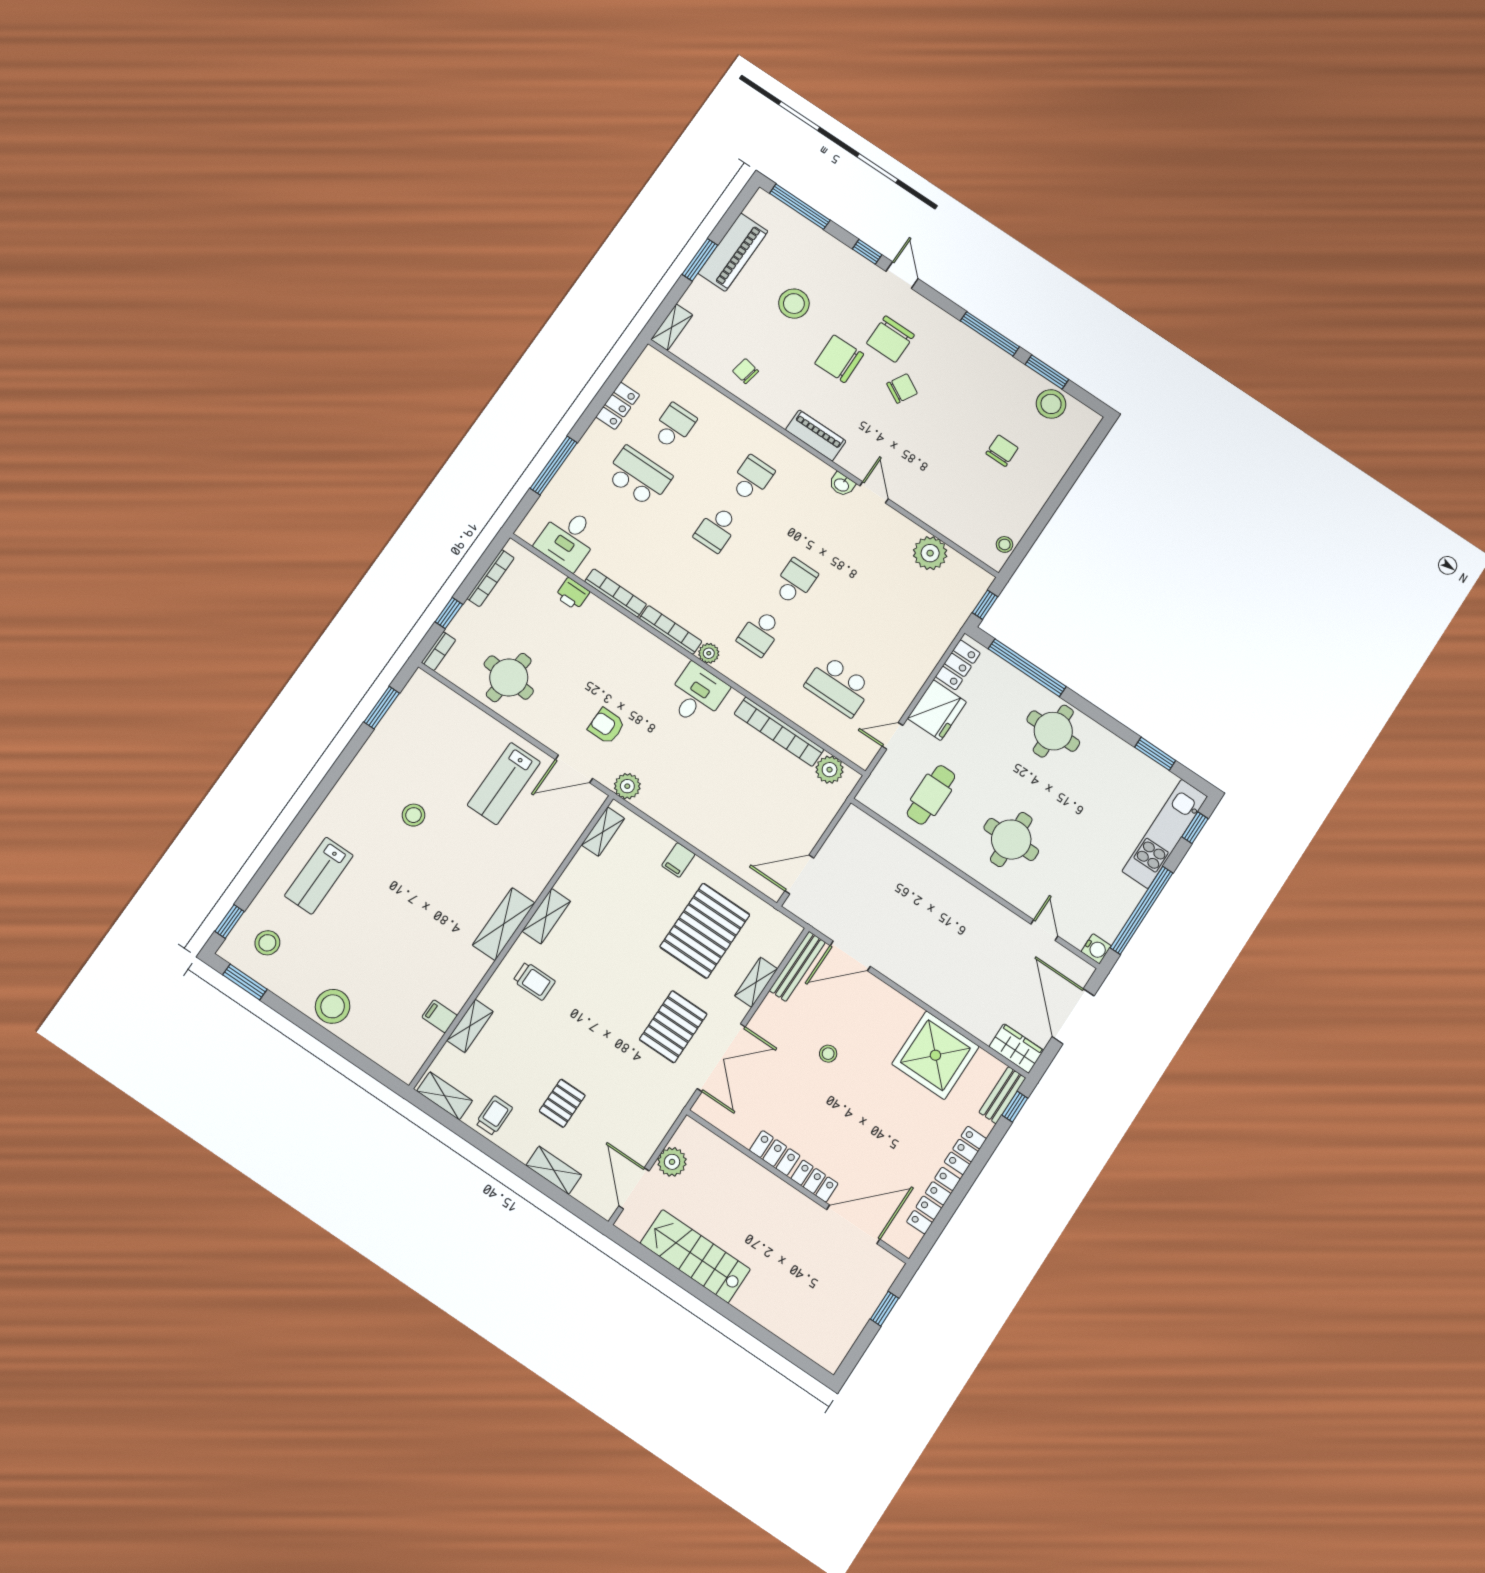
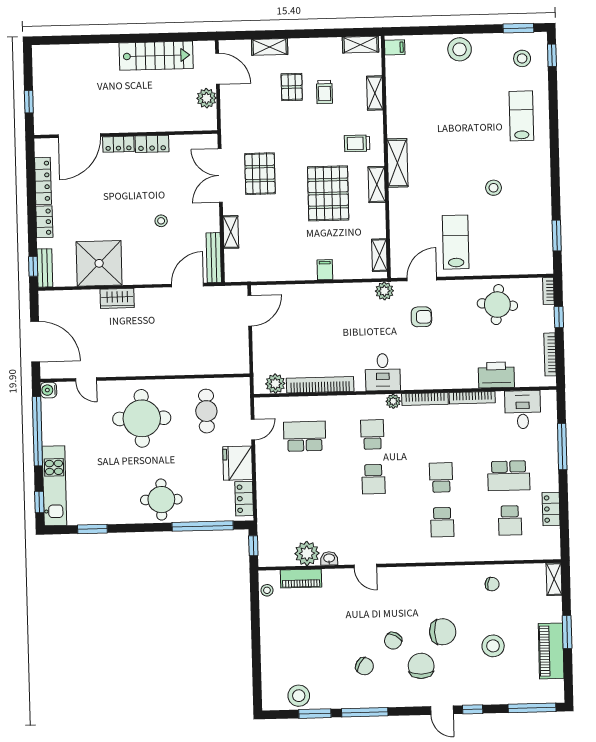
piano: (816, 435) -> (301, 579), moved
chair: (1002, 451) -> (364, 666), moved, turned -60
washbasin: (842, 485) -> (329, 558), moved
printer: (572, 594) -> (496, 375), width x1.87, depth x1.48
round table: (1011, 839) -> (142, 418), width x1.36, depth x1.36
pallet: (705, 931) -> (328, 193), moved
filing cabinet: (440, 1016) -> (395, 47), moved
wardrobe: (1016, 1049) -> (117, 298), moved
trolley: (494, 1116) -> (324, 92), moved

